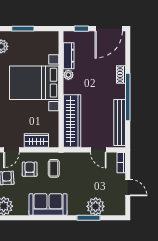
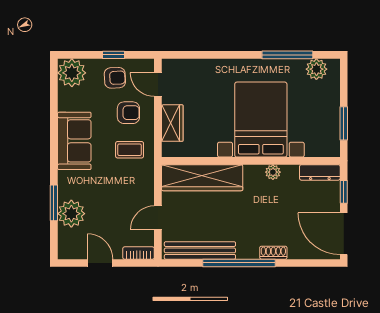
window: (23, 29) -> (344, 123), moved
dresser: (69, 56) -> (320, 172), moved
door: (128, 188) -> (100, 263), swing flipped

